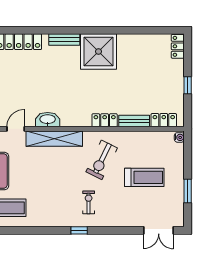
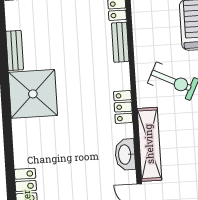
bench: (64, 39) -> (15, 50), moved
locker: (105, 120) -> (123, 107), moved

